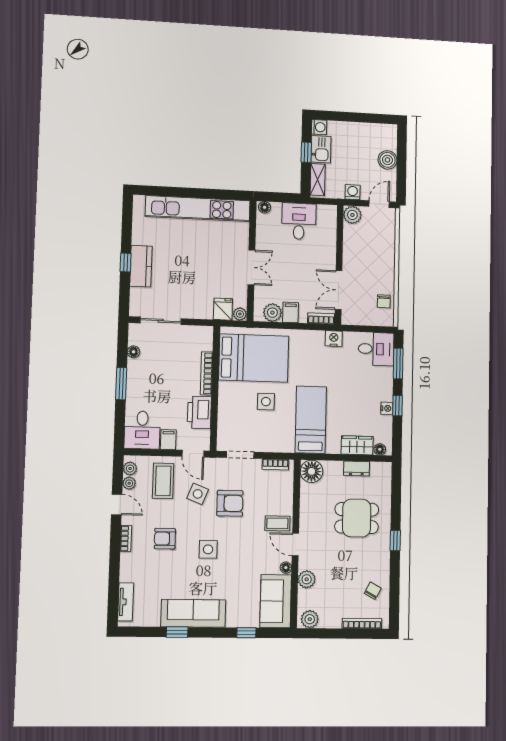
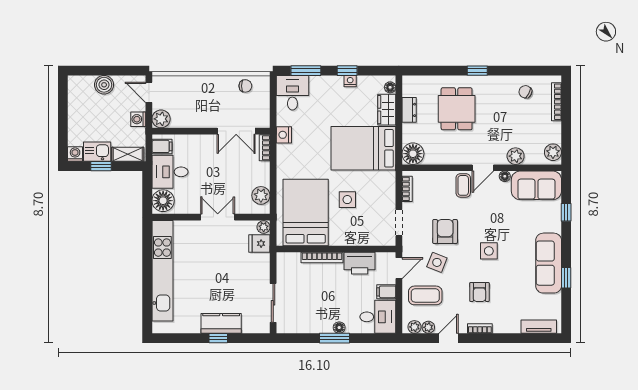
floor lamp: (265, 207) -> (163, 201), width x1.89, depth x1.89
filing cabinet: (291, 312) -> (162, 146), moved, turned 180
floor lamp: (134, 352) -> (339, 328), moved
bed: (311, 420) -> (363, 148), width x1.50

